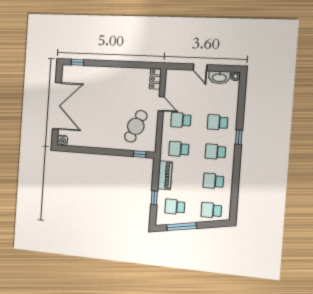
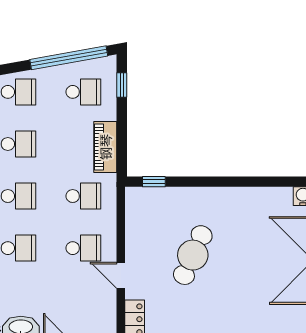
cafe table: (136, 126) -> (193, 255), moved
window: (154, 198) -> (122, 85), moved
window: (182, 227) -> (69, 58), width x1.46

